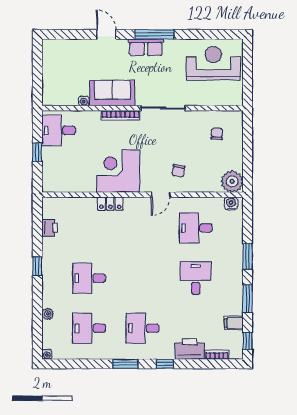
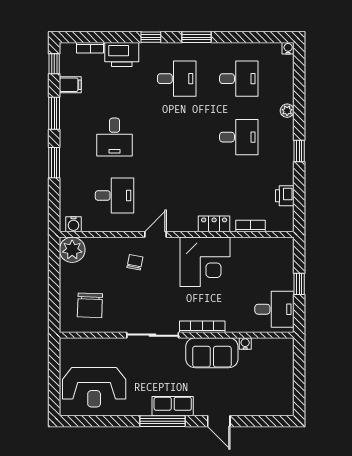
chair: (217, 134) -> (90, 305), width x1.87, depth x1.87
bookcase: (79, 202) -> (250, 226), added
plant: (48, 314) -> (287, 111), moved

